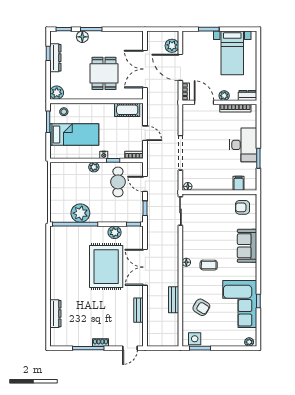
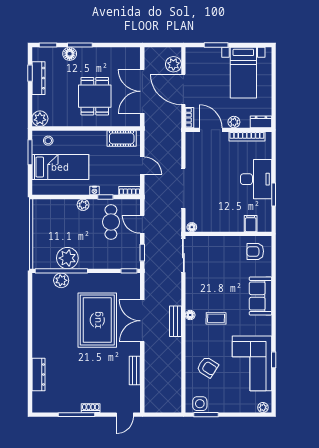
plant: (115, 232) -> (61, 280), moved
bench: (174, 300) -> (175, 321), moved

